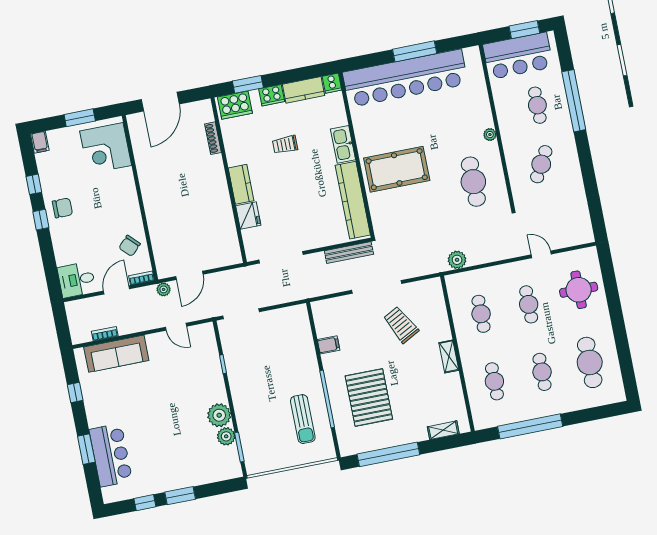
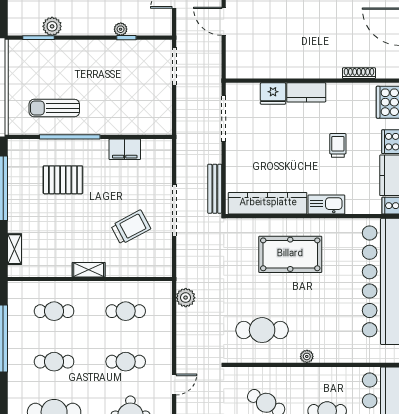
pool table: (397, 169) -> (290, 254), turned 90
filing cabinet: (329, 345) -> (125, 149), width x2.00
pallet: (369, 397) -> (63, 180), width x0.73, depth x0.71
plant: (219, 415) -> (121, 29), moved, width x0.53, depth x0.53

